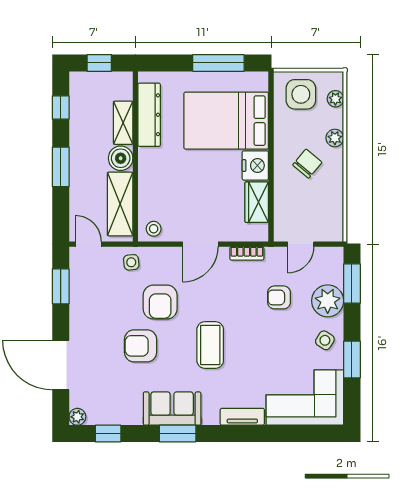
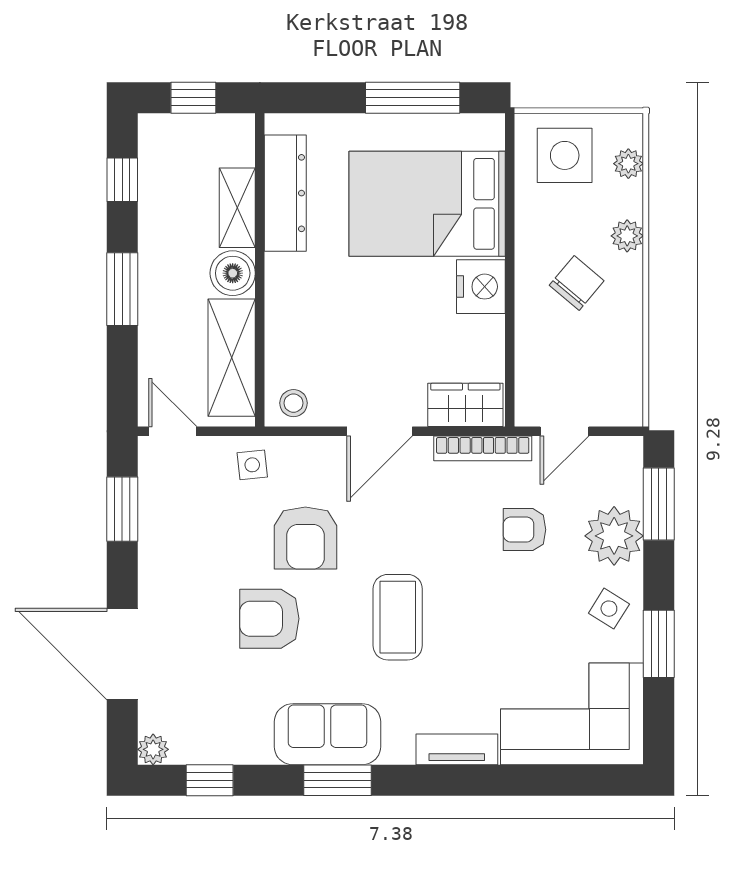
wardrobe: (257, 202) -> (465, 405), moved, turned 90
bookcase: (247, 253) -> (483, 448), width x1.56

